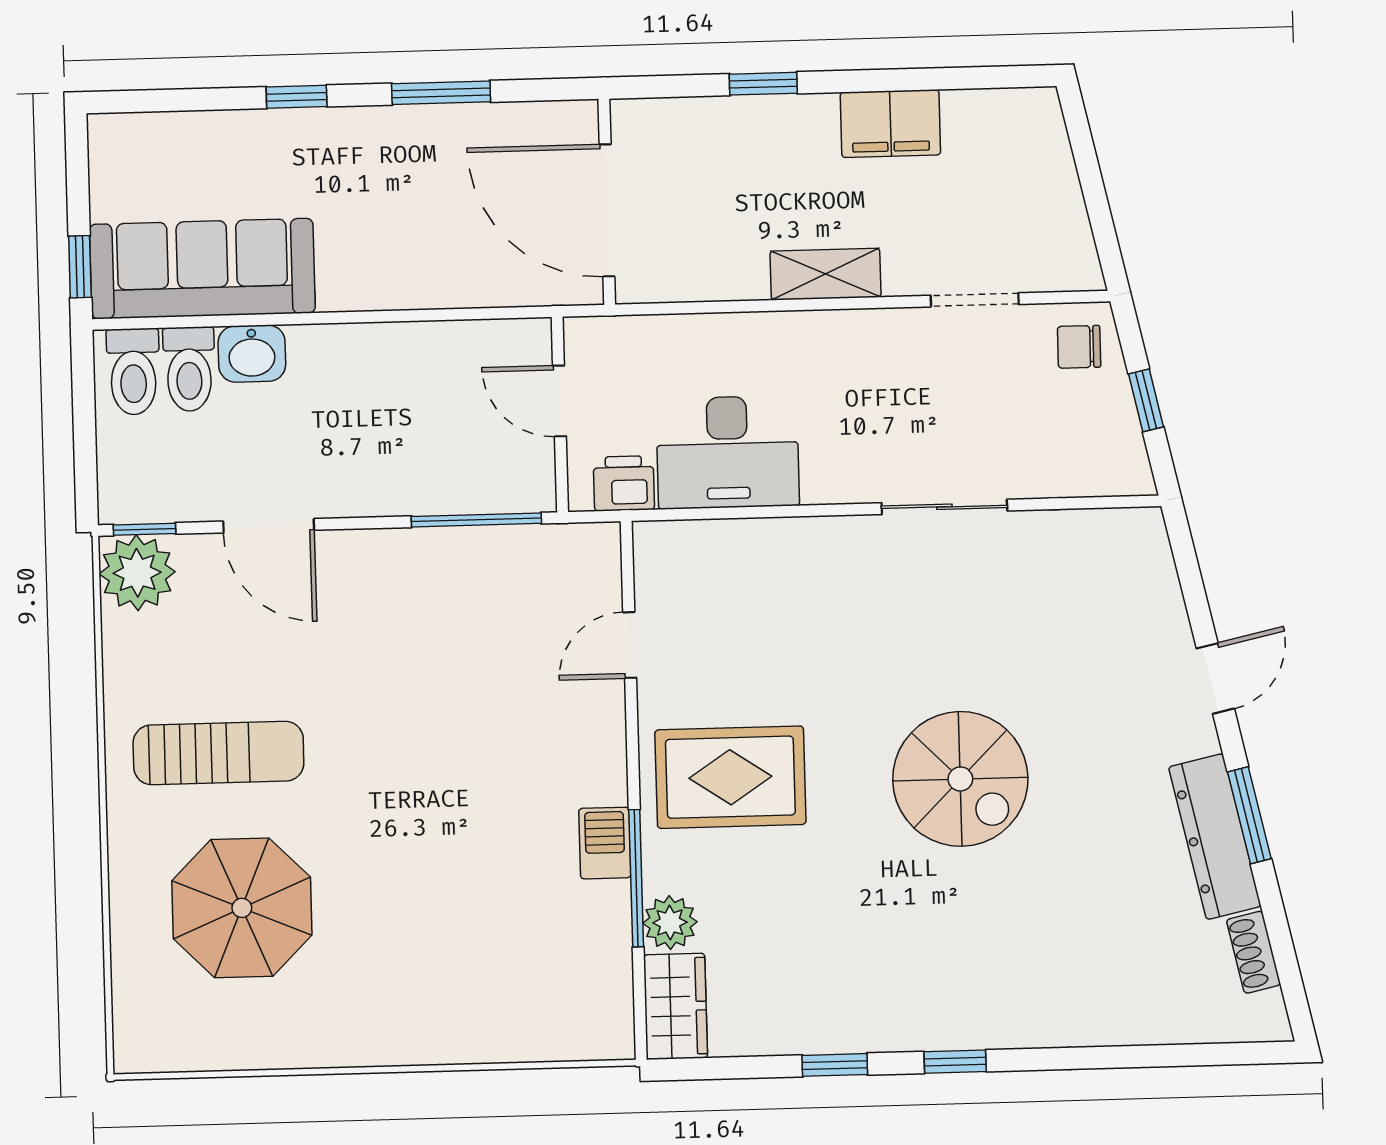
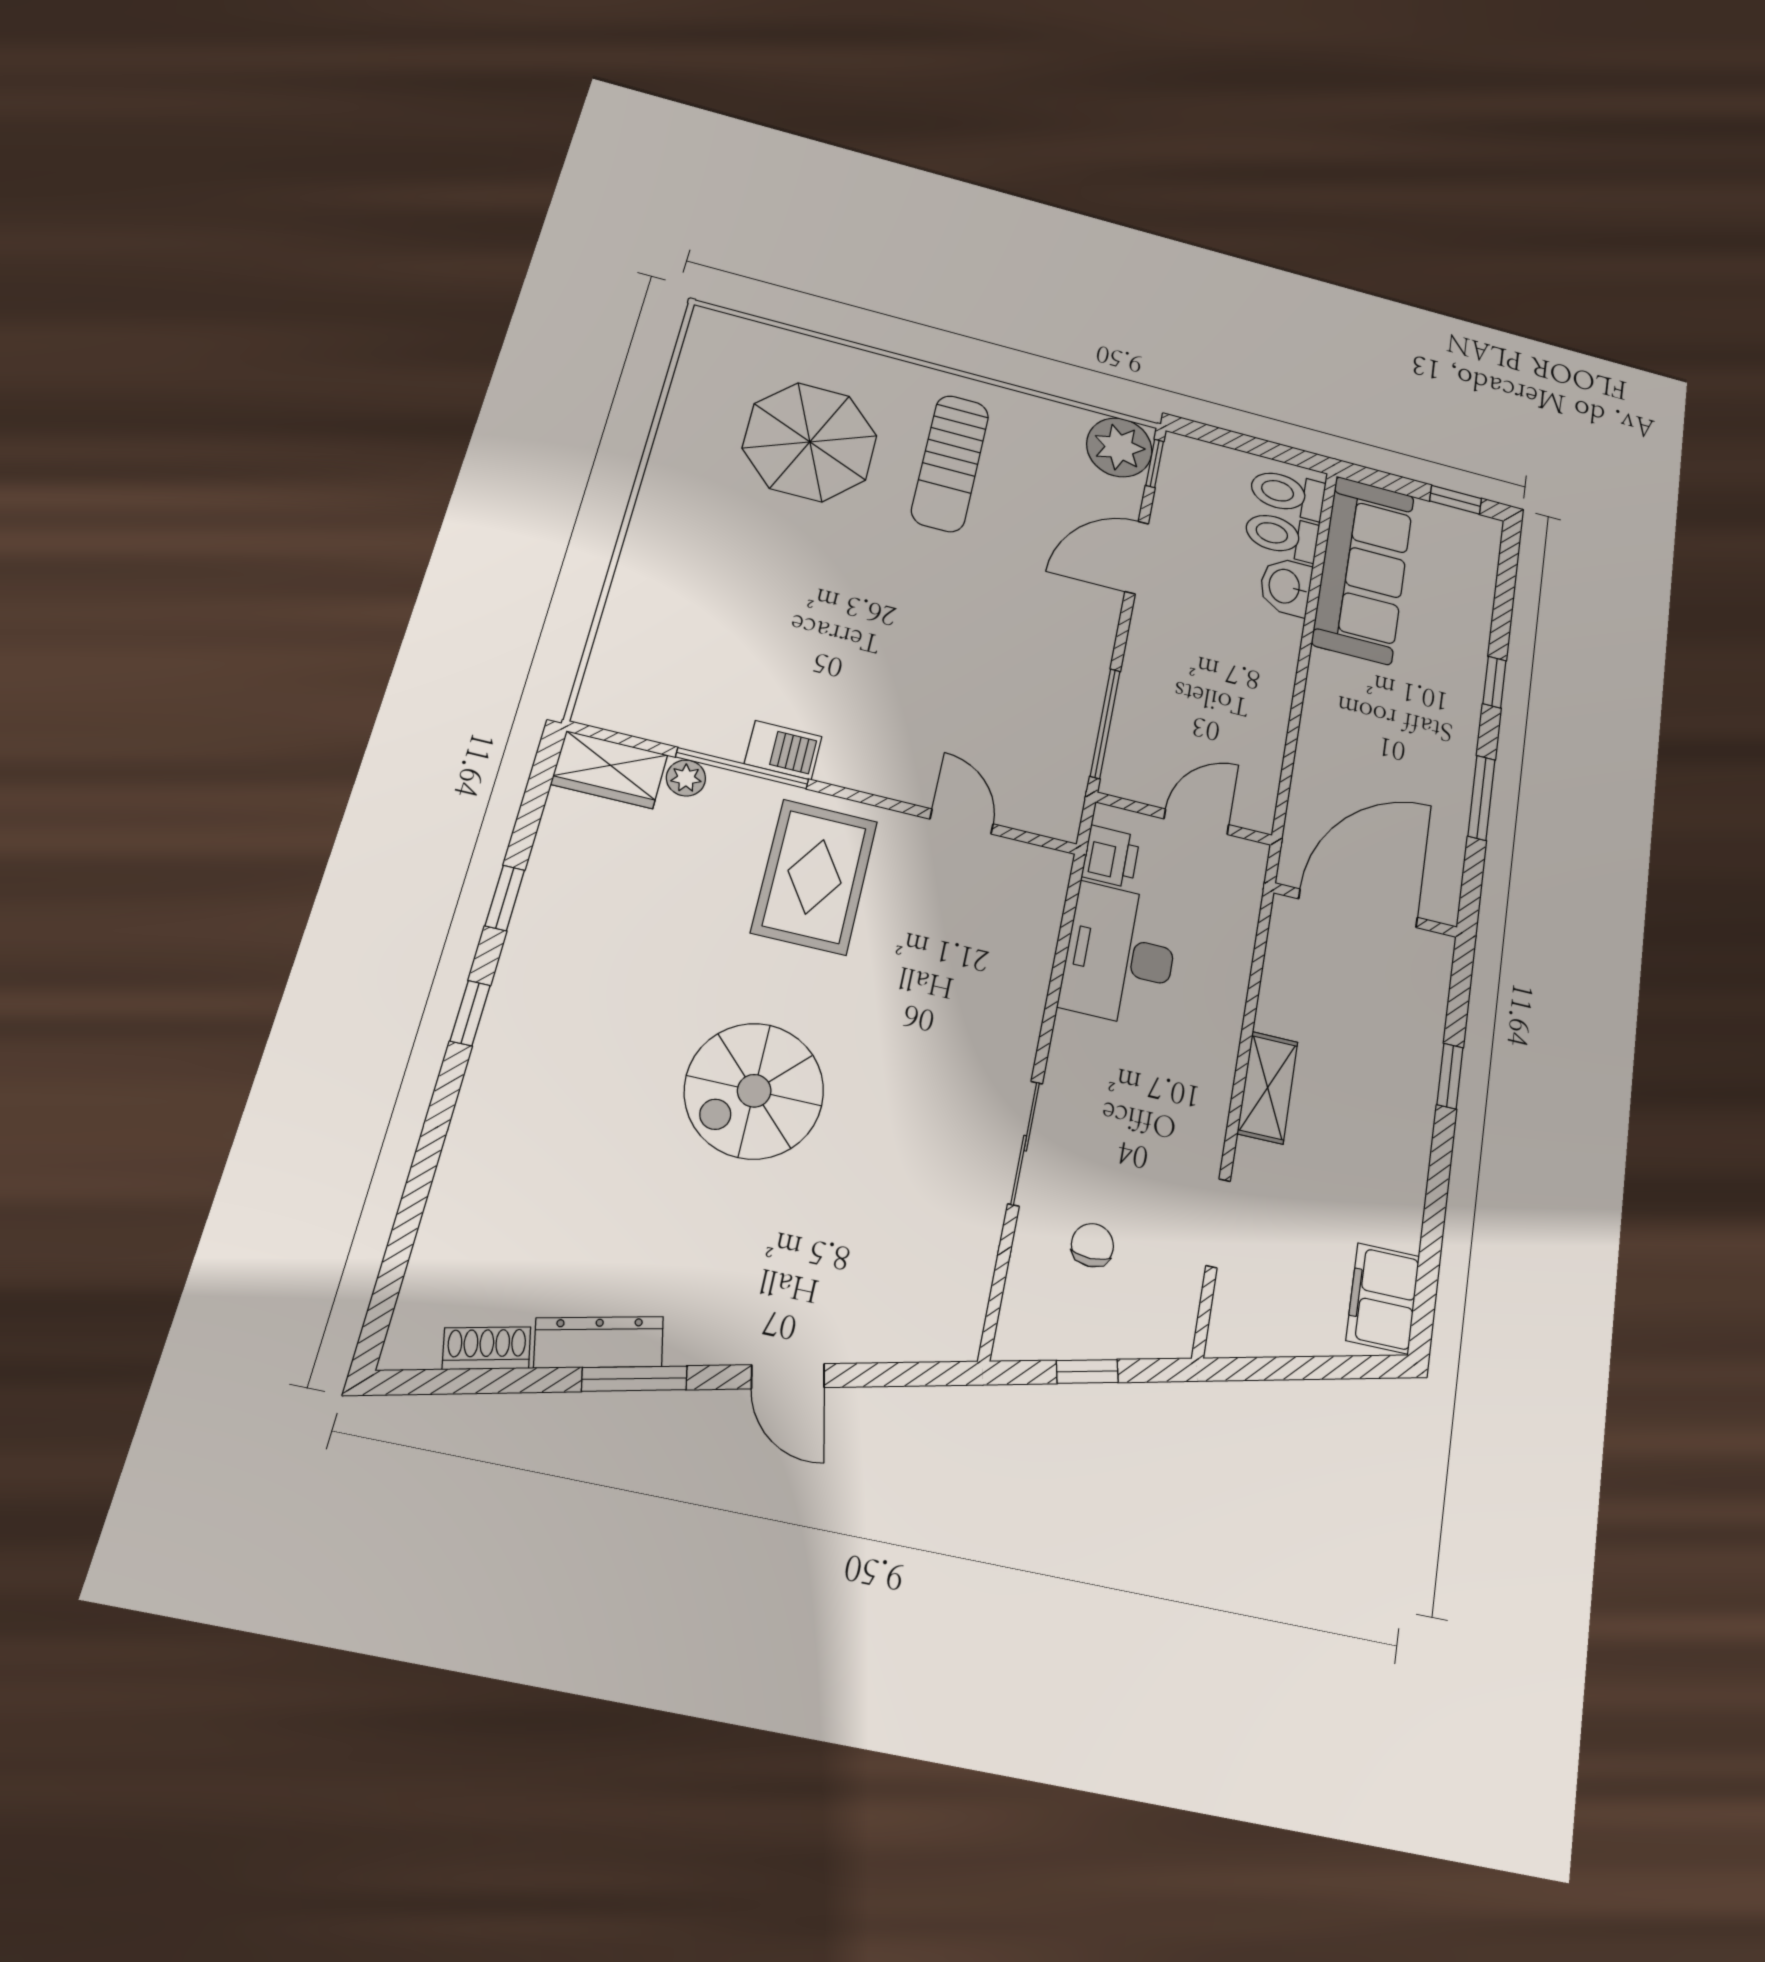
filing cabinet: (890, 124) -> (1383, 1298), moved
window: (80, 267) -> (1456, 500), moved
chair: (1079, 347) -> (1092, 1245), moved
dresser: (1215, 837) -> (599, 1342), width x0.73, depth x0.80
plant: (670, 922) -> (686, 778), width x0.73, depth x0.73

